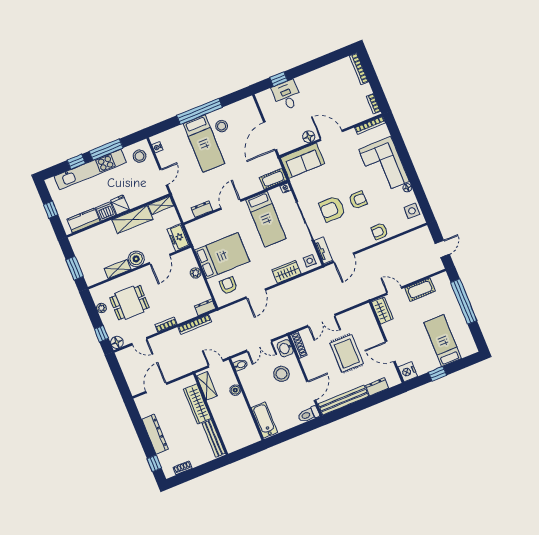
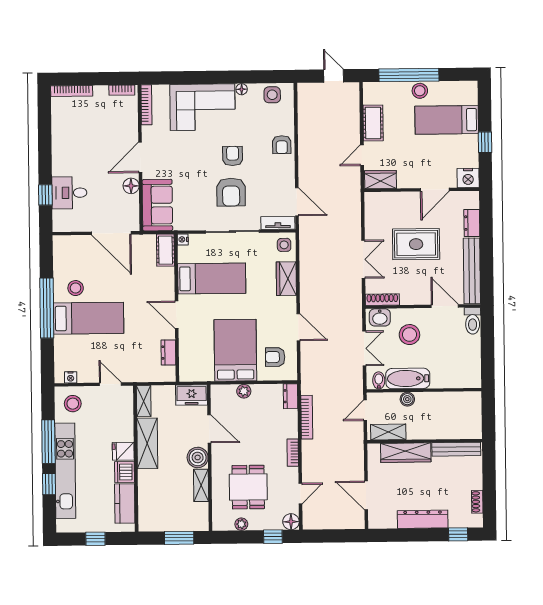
stool: (456, 314) -> (420, 91), added
bathtub: (264, 420) -> (408, 378), moved

